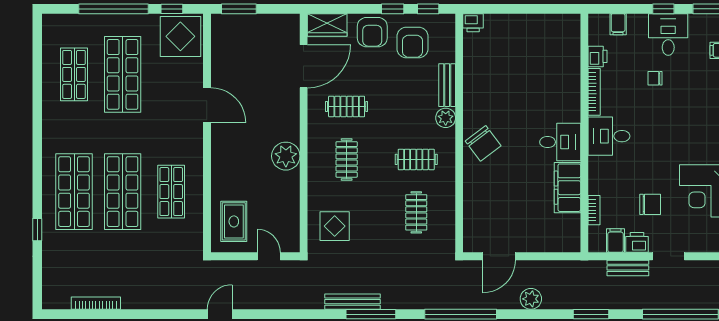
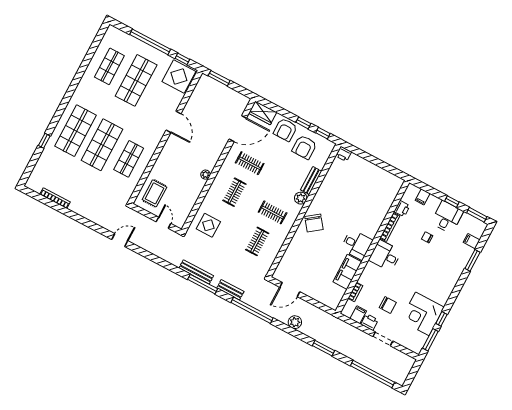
plant: (286, 156) -> (206, 175), width x0.53, depth x0.53
bench: (628, 268) -> (230, 290), moved

